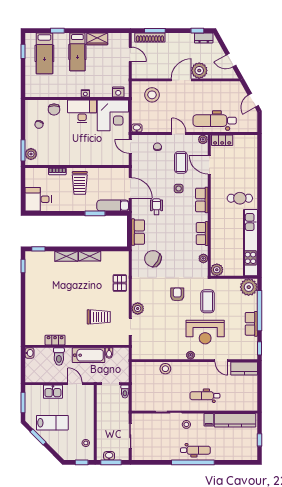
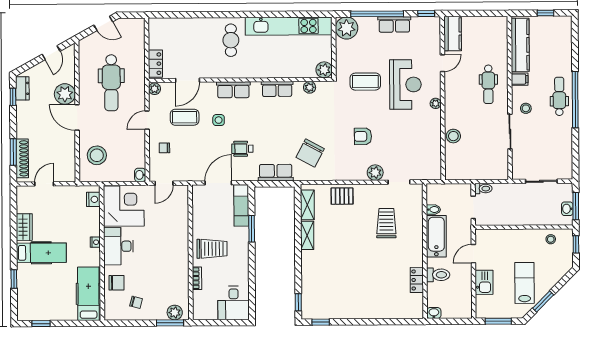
hospital bed: (44, 53) -> (88, 294), moved, turned -90
dental chair: (215, 121) -> (111, 83), moved
shelving: (66, 256) -> (307, 205), moved
armchair: (177, 294) -> (363, 136), moved

